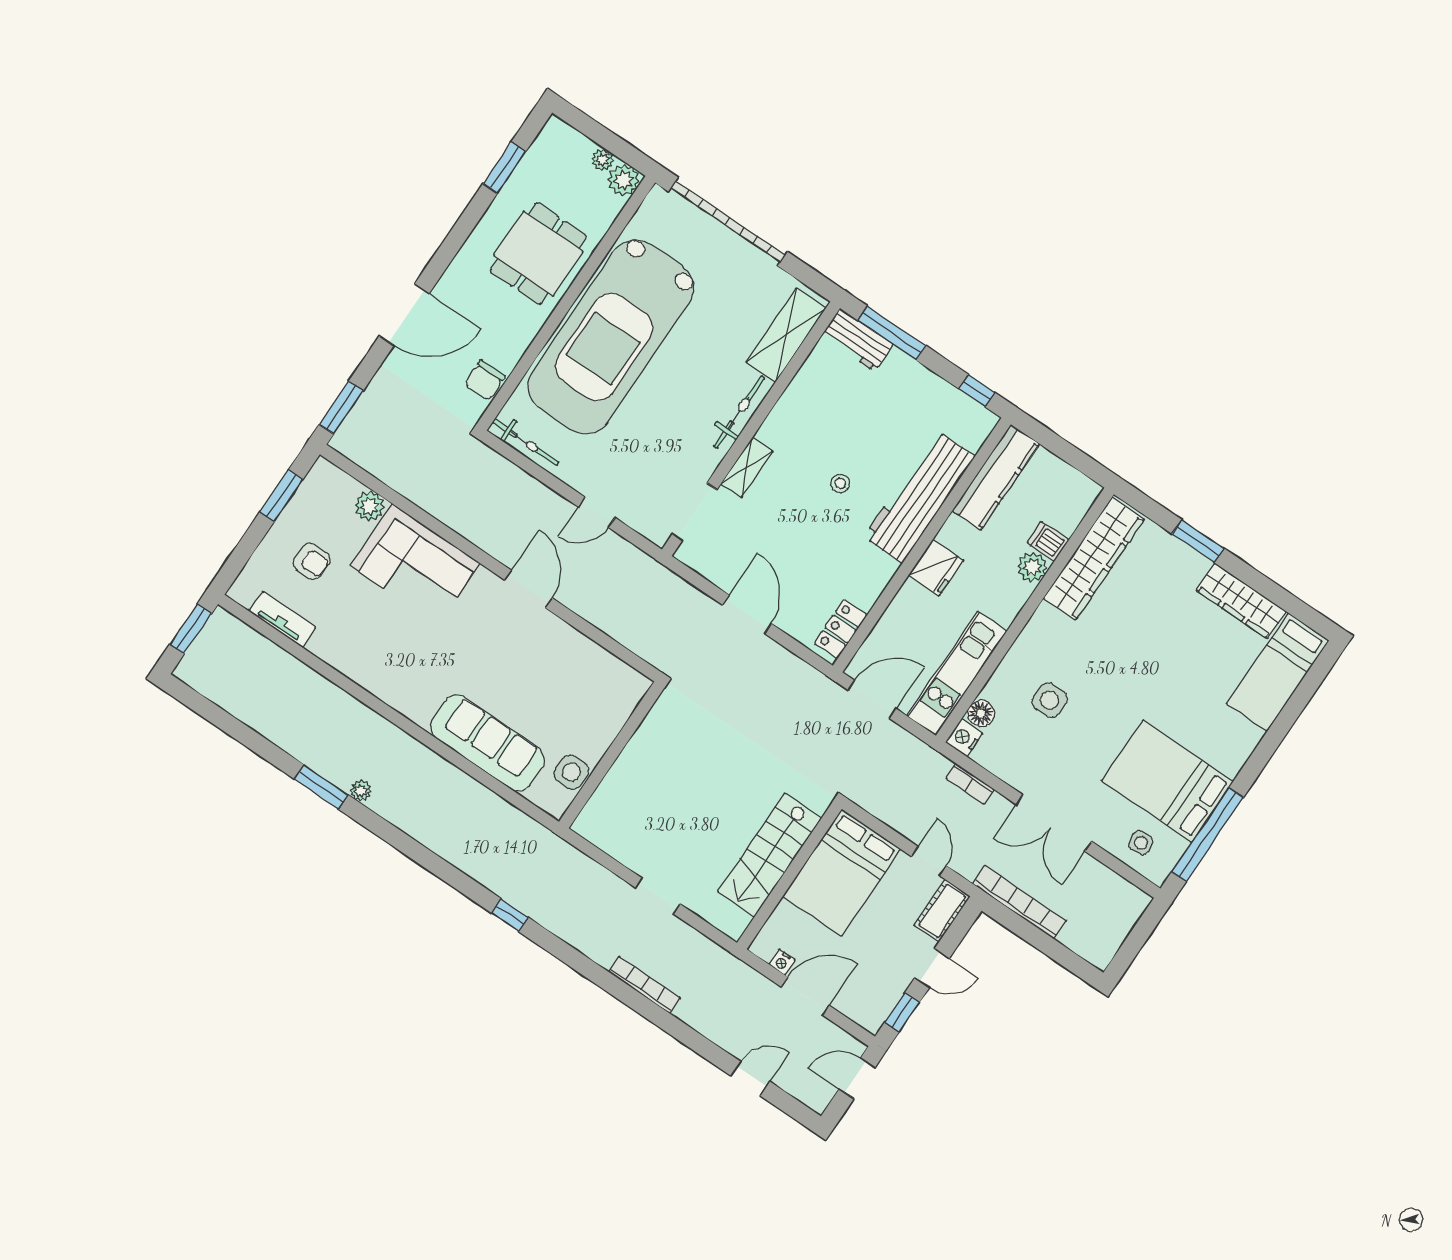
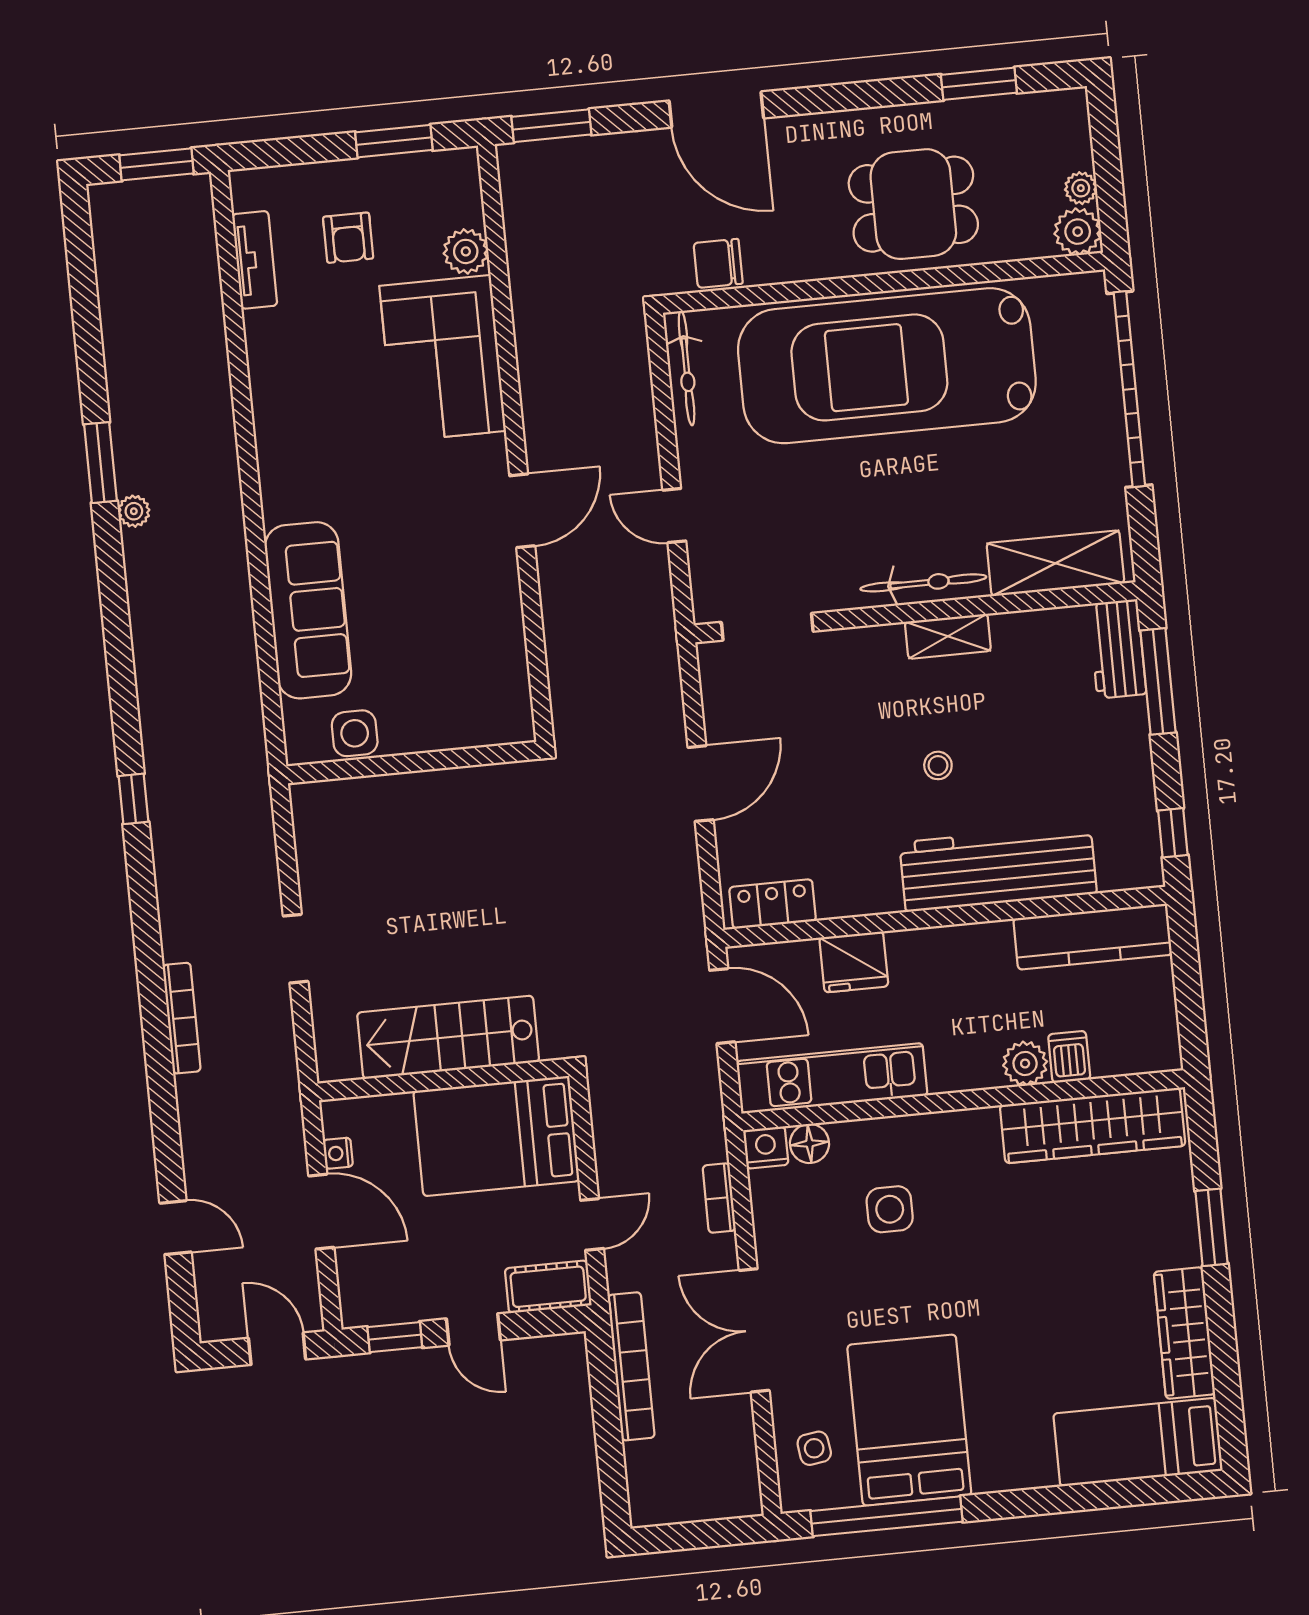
shelving: (747, 467) -> (948, 636), moved
fridge: (936, 568) -> (854, 962), moved

